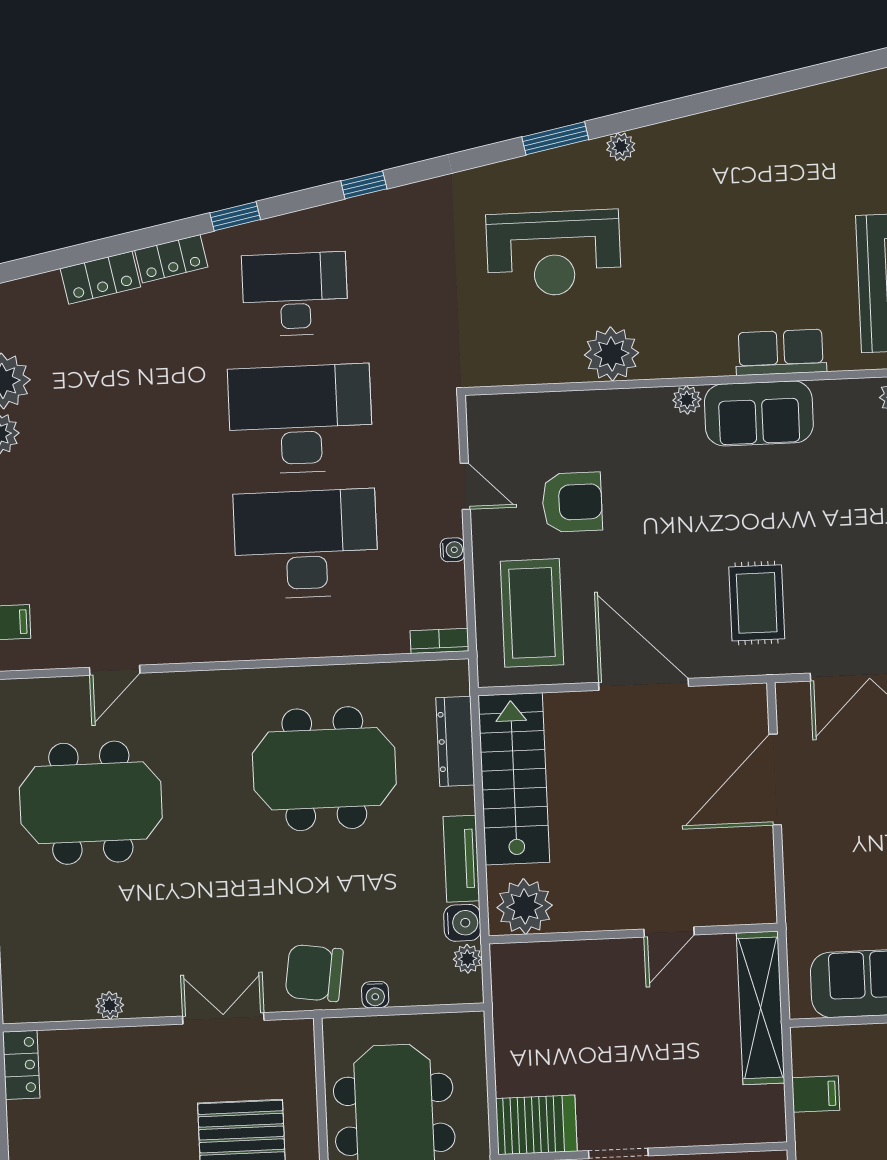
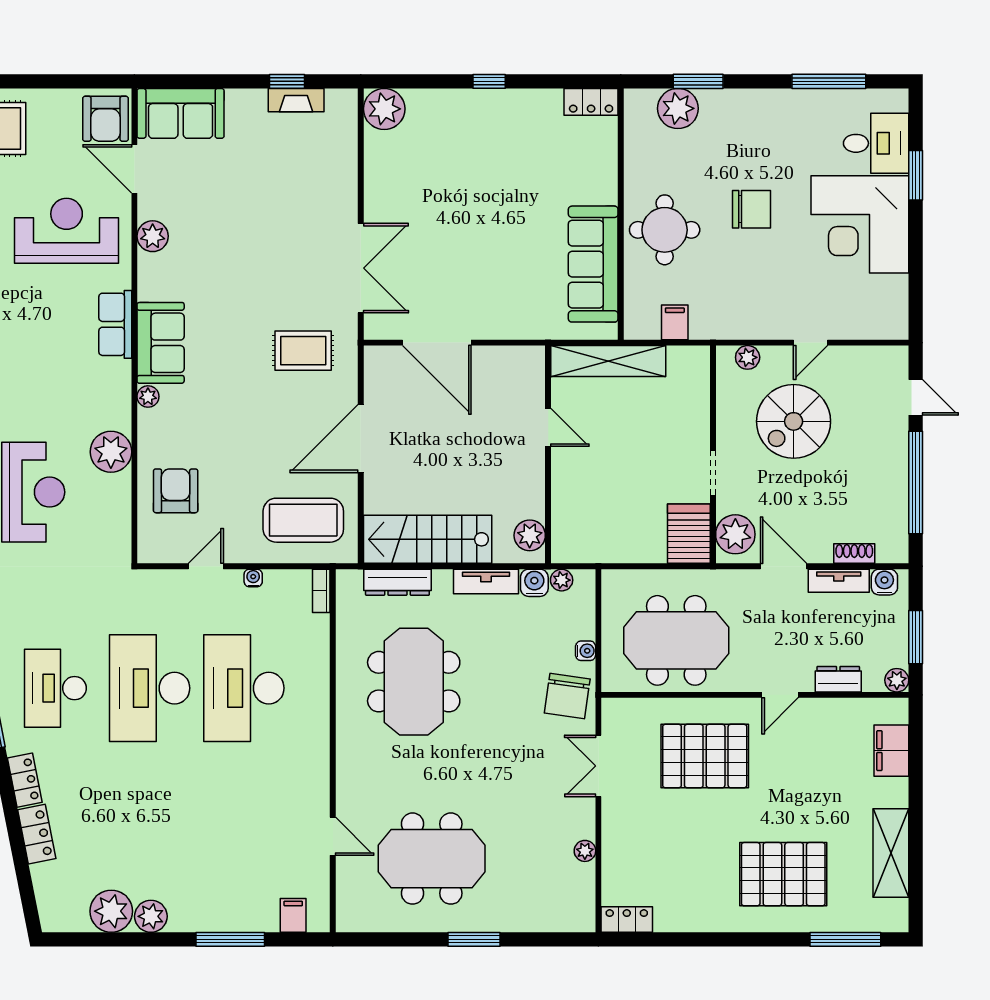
armchair: (572, 502) -> (176, 491), moved
meeting table: (91, 803) -> (432, 859), turned 90
plant: (525, 906) -> (530, 535), width x0.73, depth x0.73

